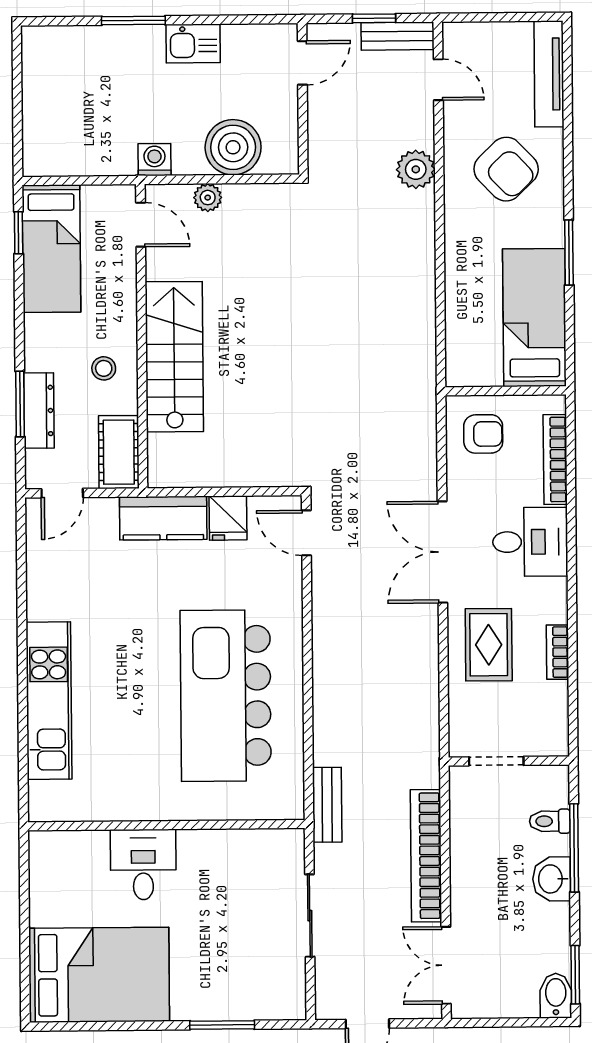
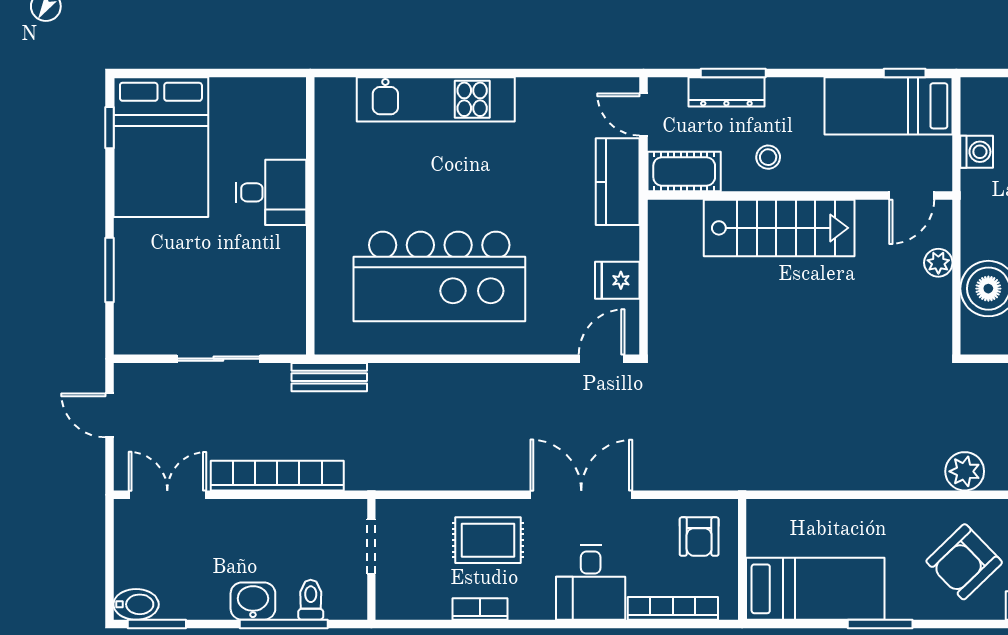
washing machine: (155, 160) -> (977, 152), moved
kitchen counter: (163, 518) -> (618, 182), moved
kitchen island: (226, 696) -> (439, 276), turned 180
window: (80, 1026) -> (110, 128), added

